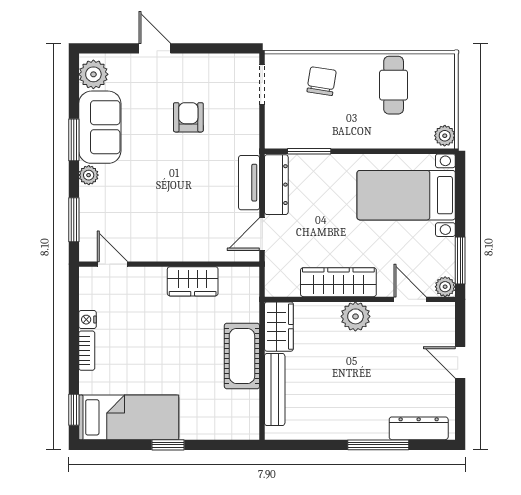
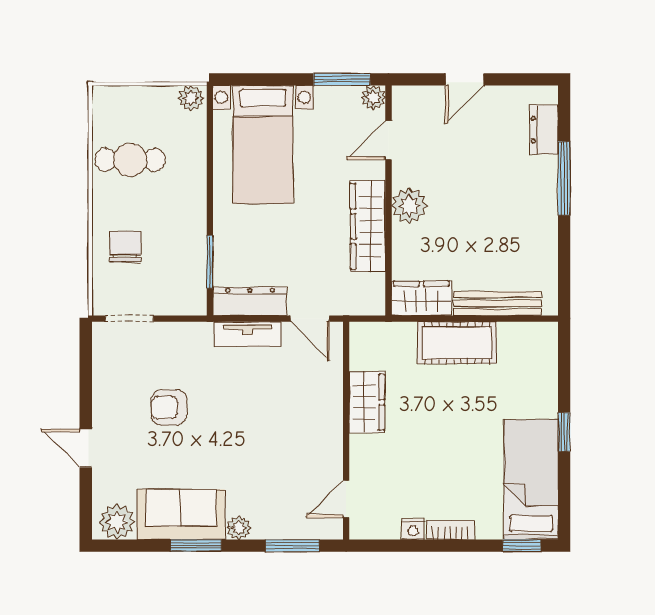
door: (155, 48) -> (86, 448), hinge flipped
chair: (322, 81) -> (125, 247), turned 81
dresser: (419, 428) -> (544, 130), width x0.70

